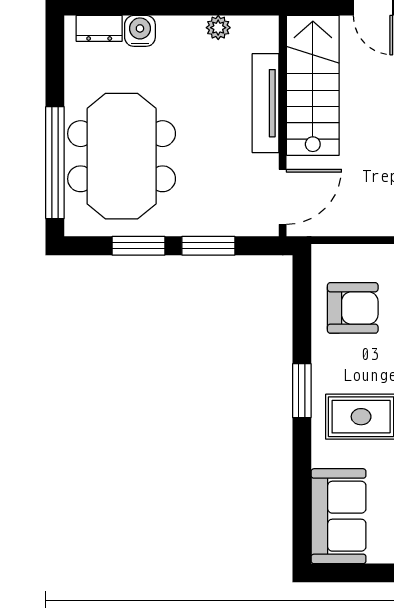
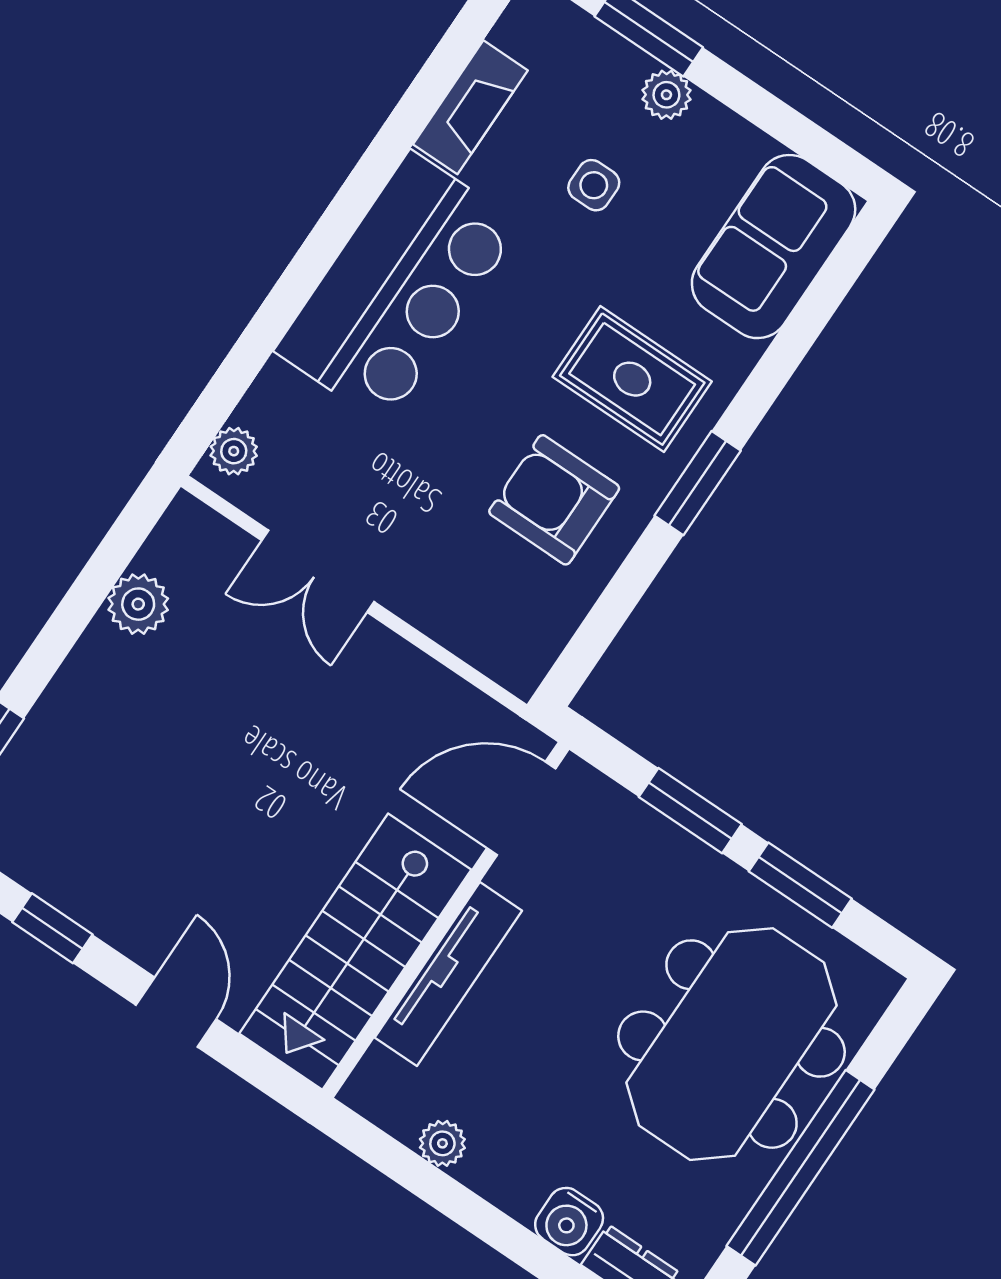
window: (55, 163) -> (801, 1168), moved
armchair: (353, 308) -> (554, 500), moved

